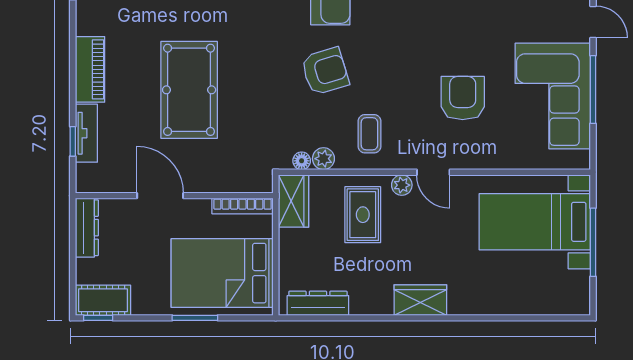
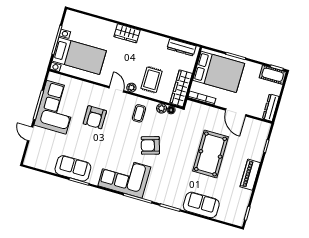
tv unit: (86, 133) -> (259, 148), removed
wardrobe: (293, 201) -> (181, 88), width x1.50
wardrobe: (420, 300) -> (127, 33), moved

